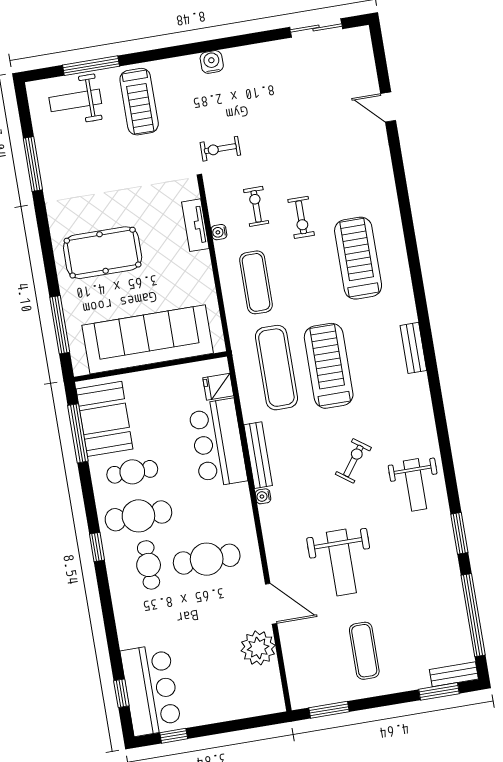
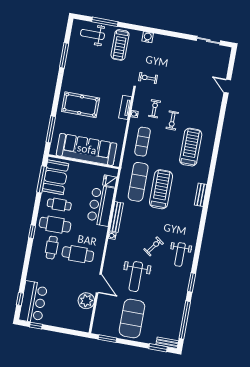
water cooler: (212, 62) -> (148, 37), moved
exercise bike: (353, 461) -> (154, 246), moved
exercise mat: (364, 651) -> (132, 318), width x2.00, depth x1.45

